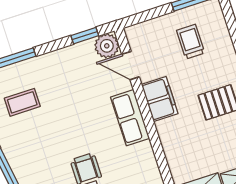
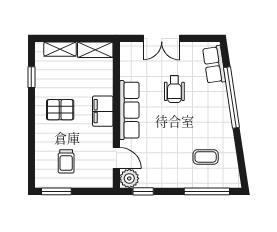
filing cabinet: (160, 99) -> (103, 111), moved
row of seats: (130, 118) -> (129, 110), width x1.48

